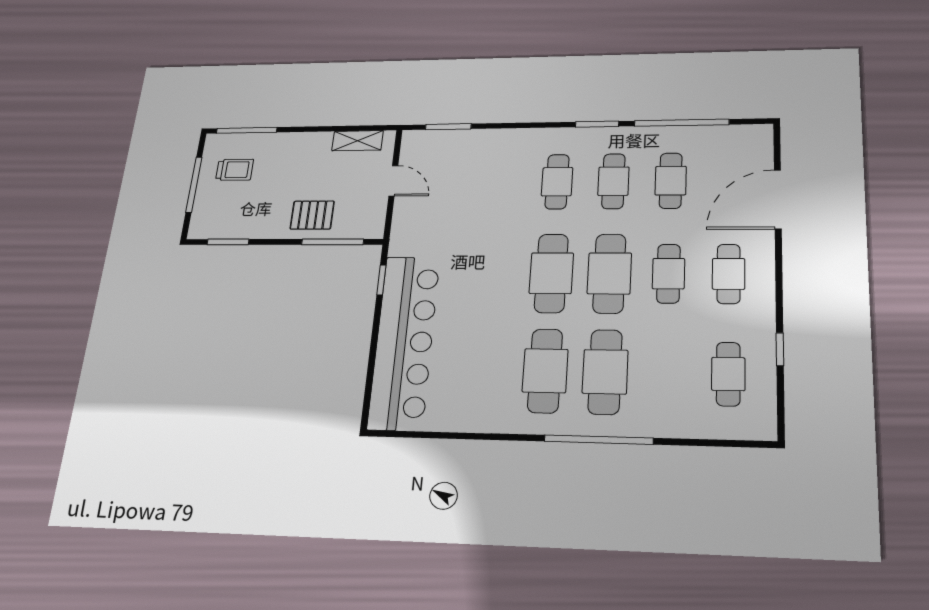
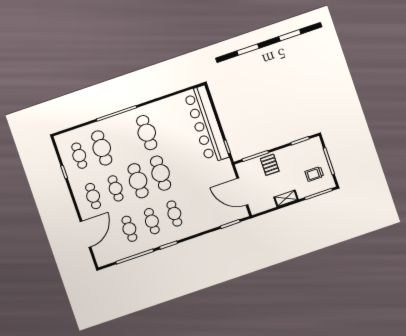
shelving: (358, 141) -> (286, 198), moved
door: (393, 181) -> (242, 192), width x1.87
pallet: (312, 215) -> (270, 165), turned 90
cafe table: (605, 372) -> (102, 148), moved

